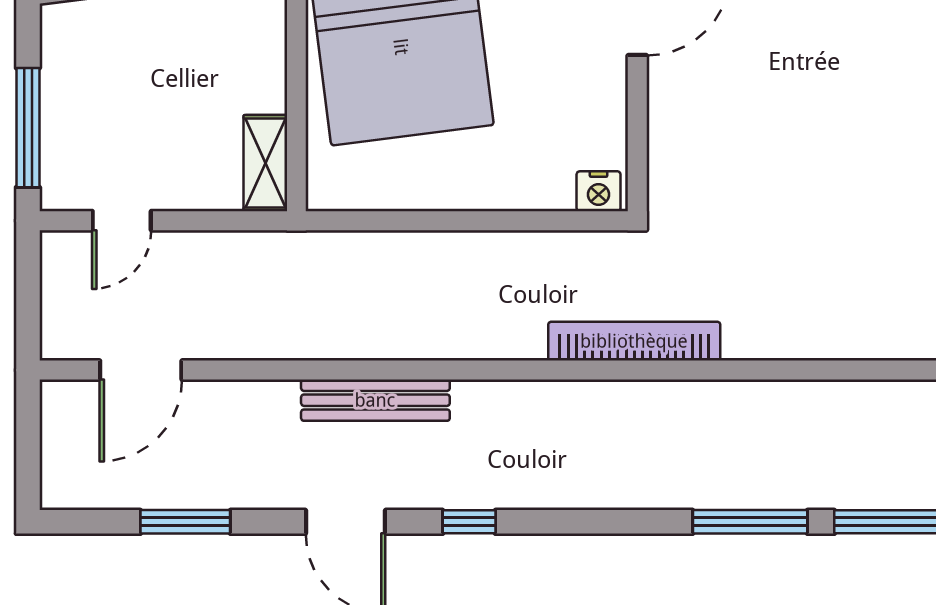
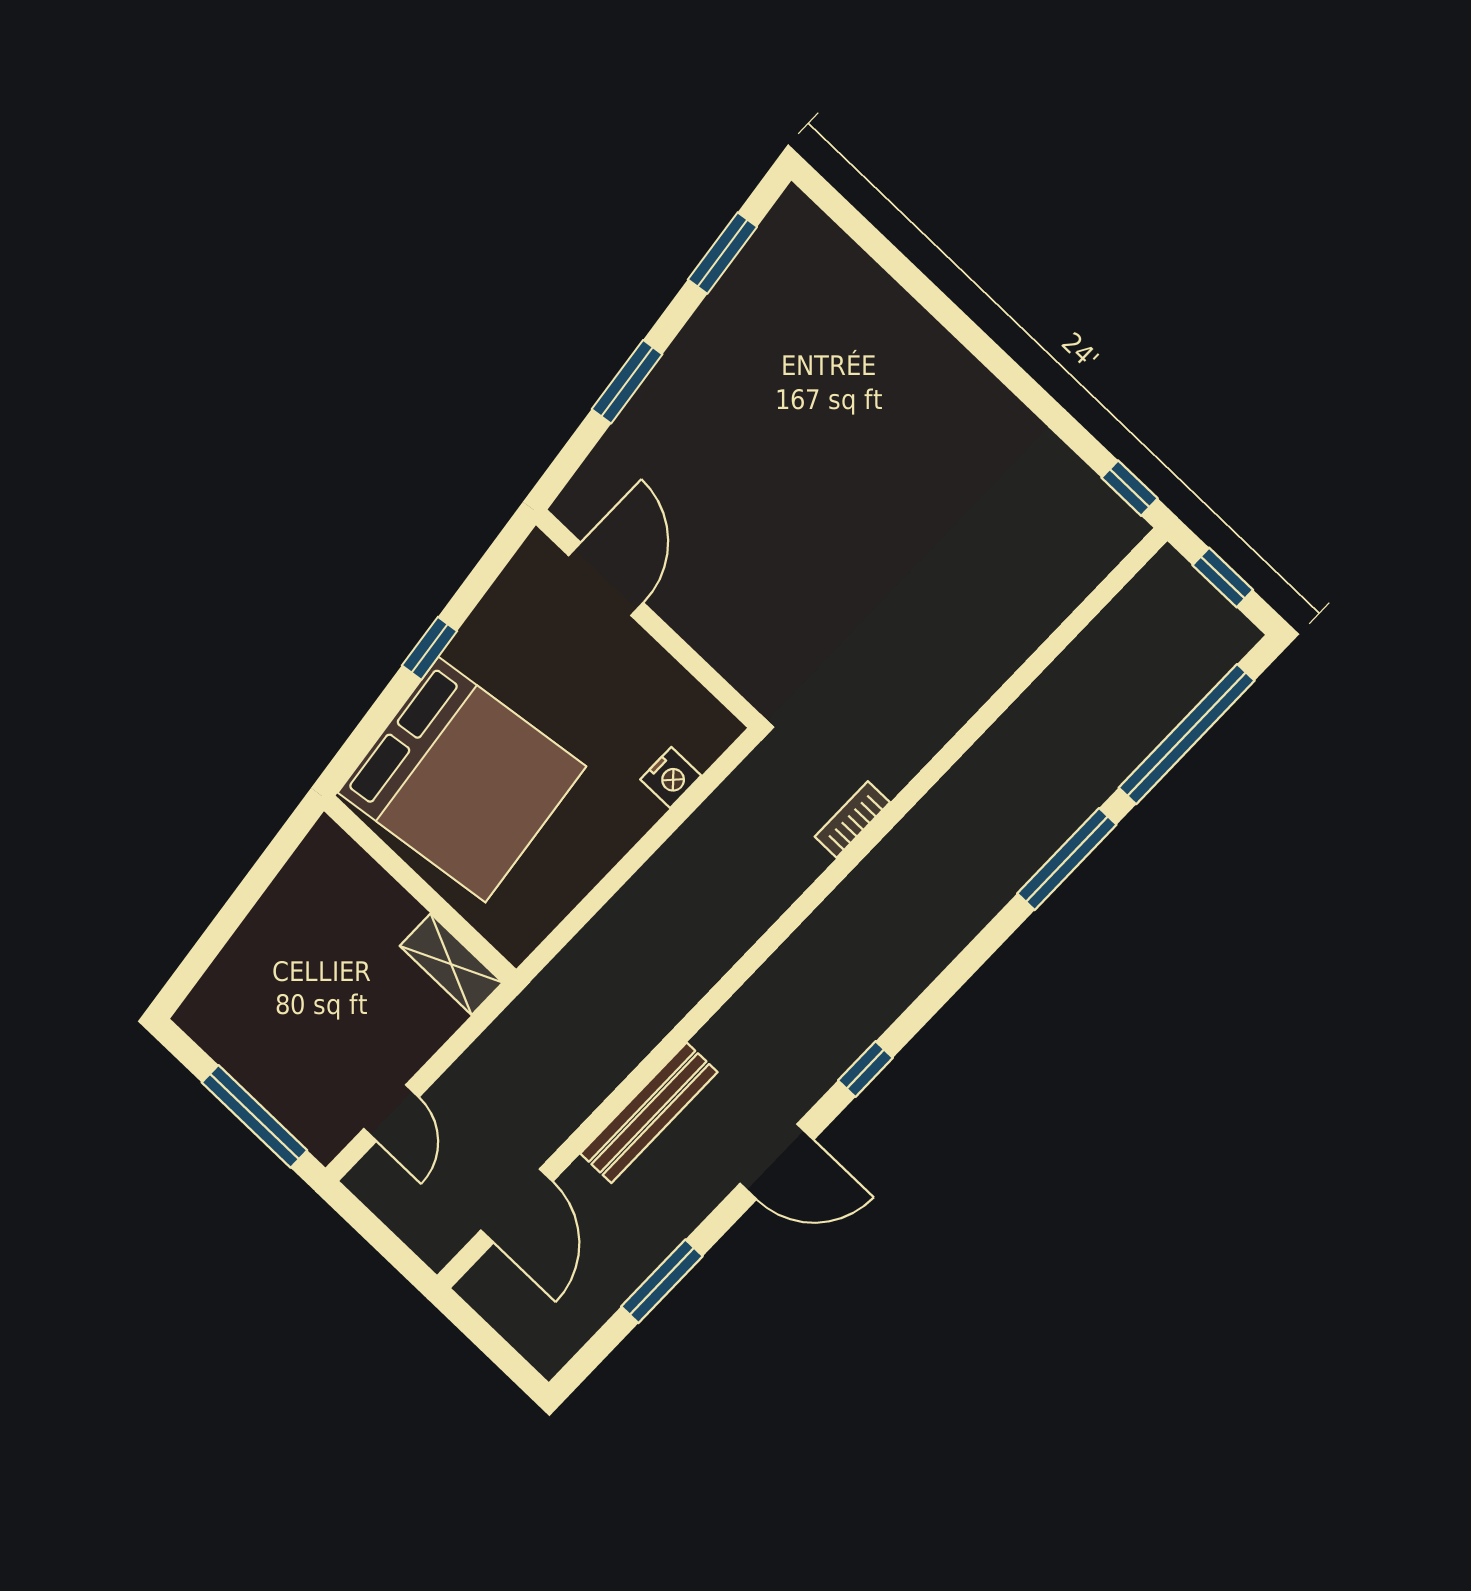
nightstand: (599, 191) -> (671, 777), moved
bookcase: (634, 341) -> (852, 819), width x0.43, depth x0.76
bench: (375, 400) -> (649, 1113), moved

